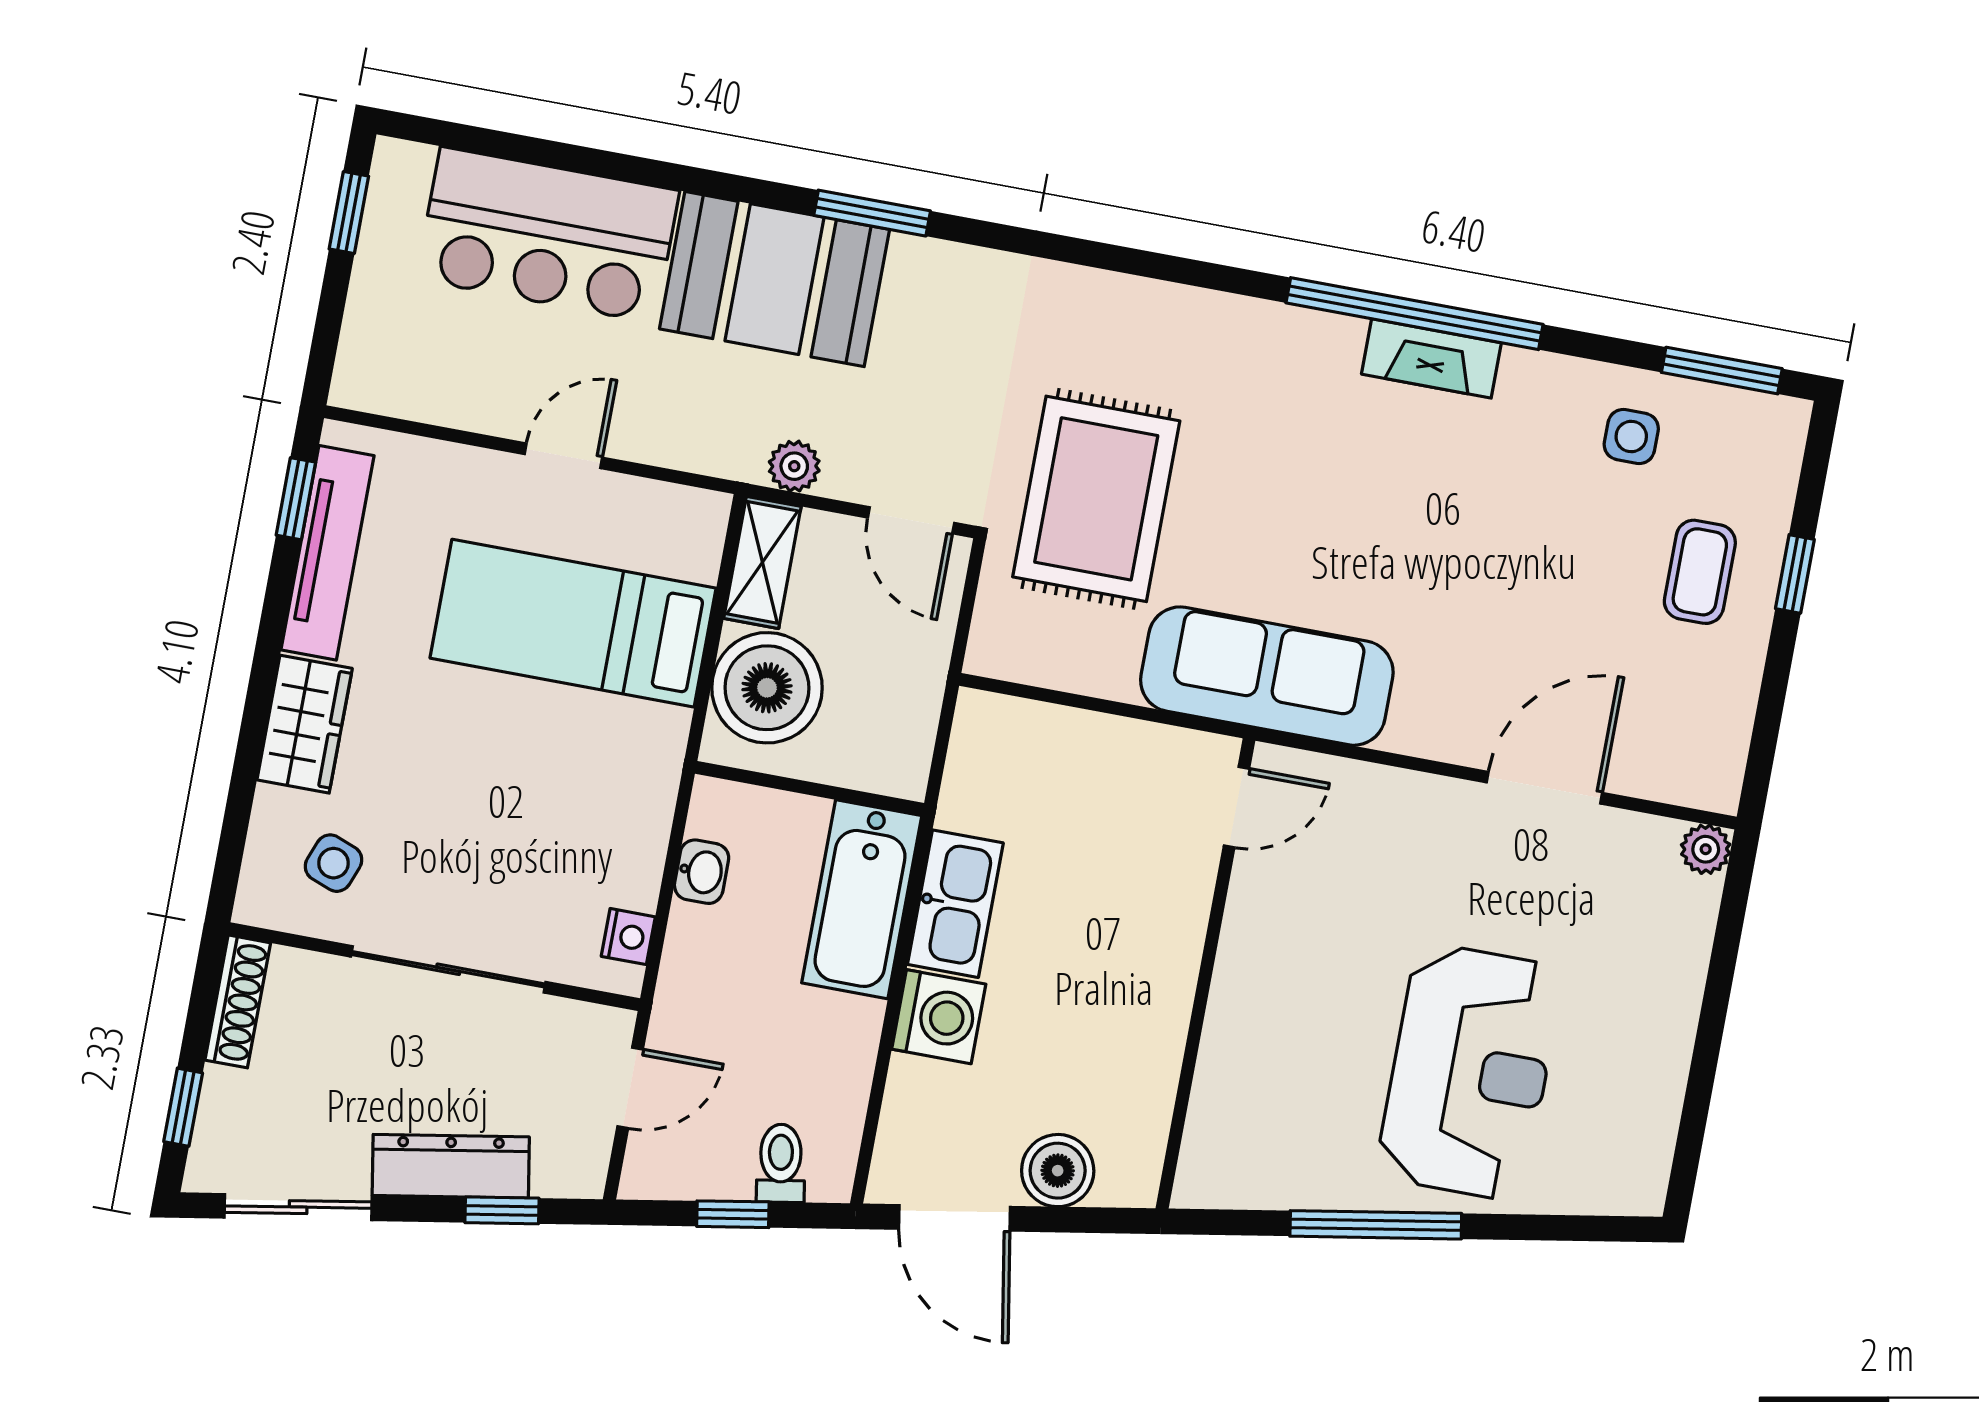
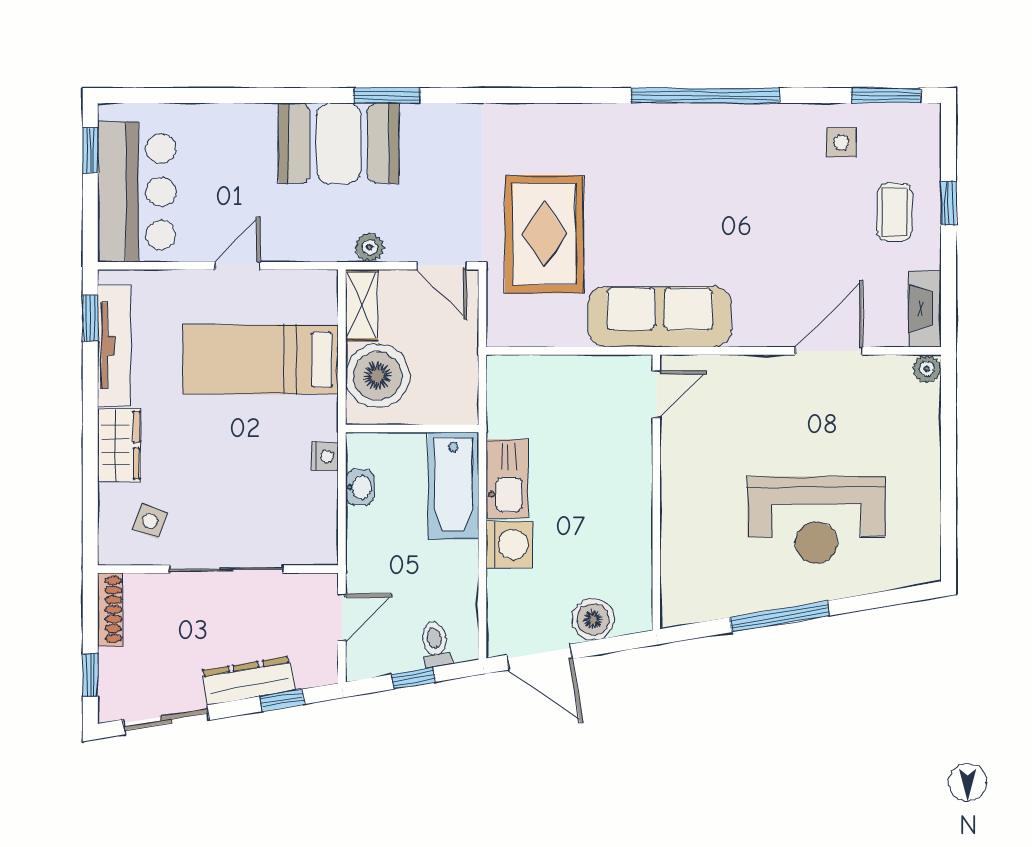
bar counter: (548, 235) -> (137, 192), moved, turned -90
fireplace: (1431, 358) -> (925, 308), moved, turned 90
nightstand: (628, 937) -> (325, 456), moved
reception desk: (1470, 1072) -> (816, 520), turned 90

